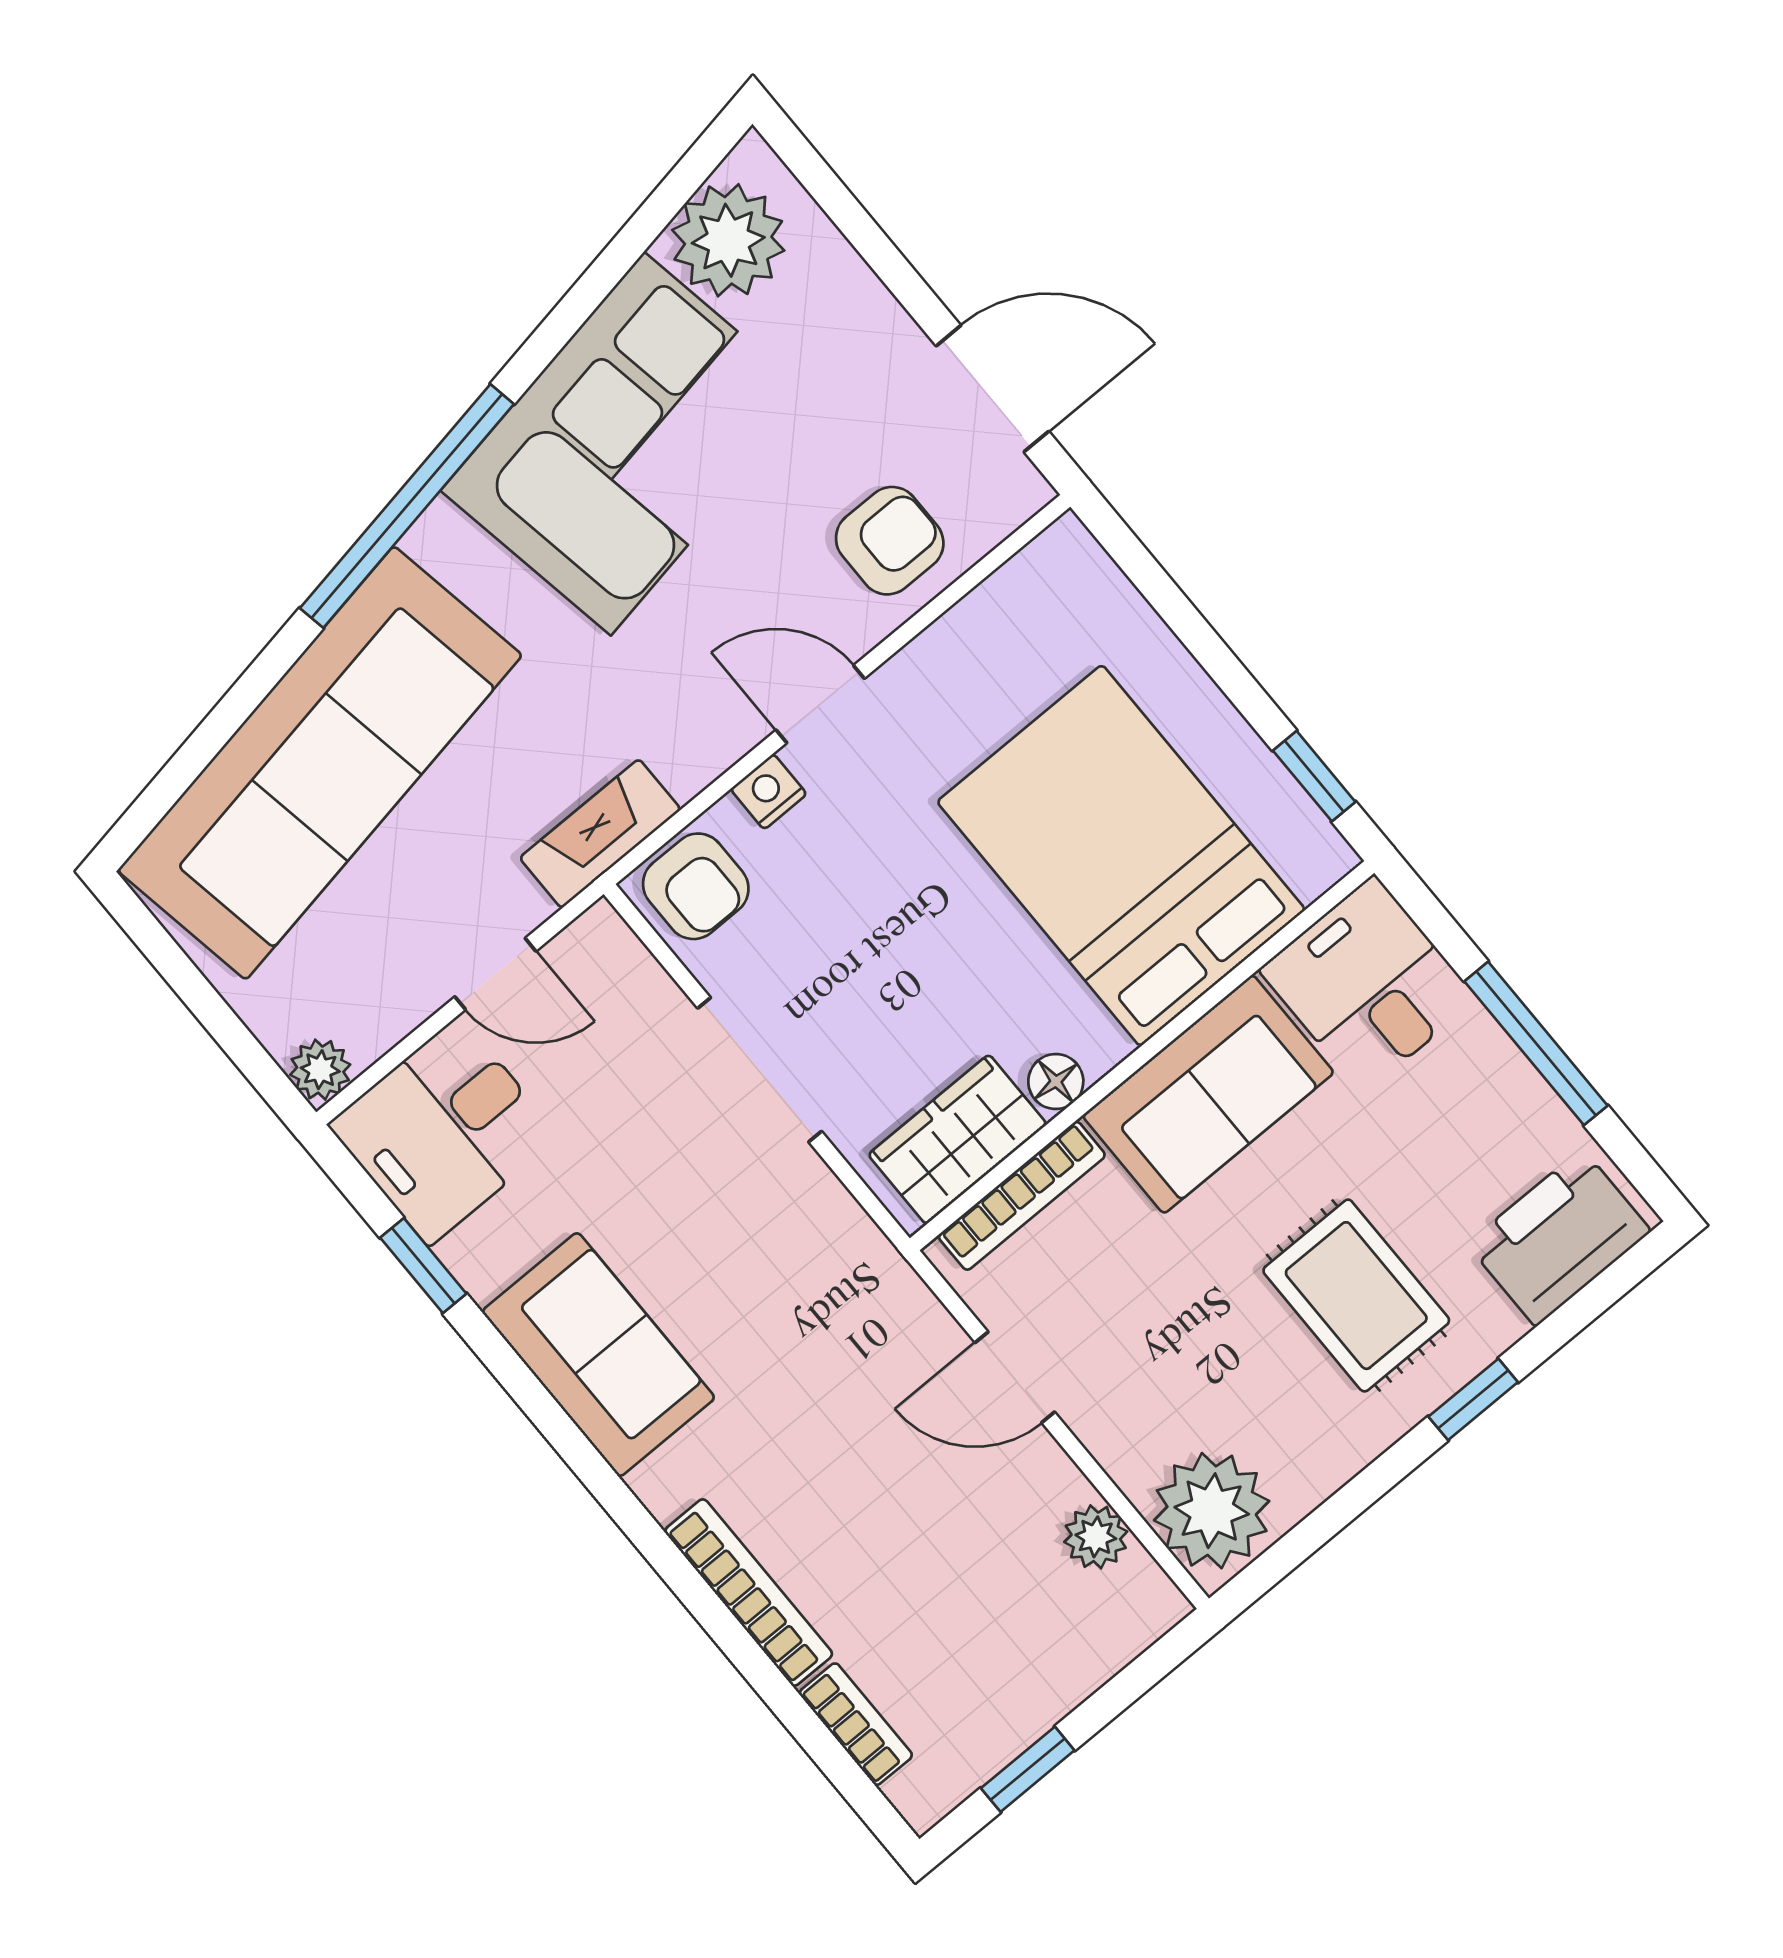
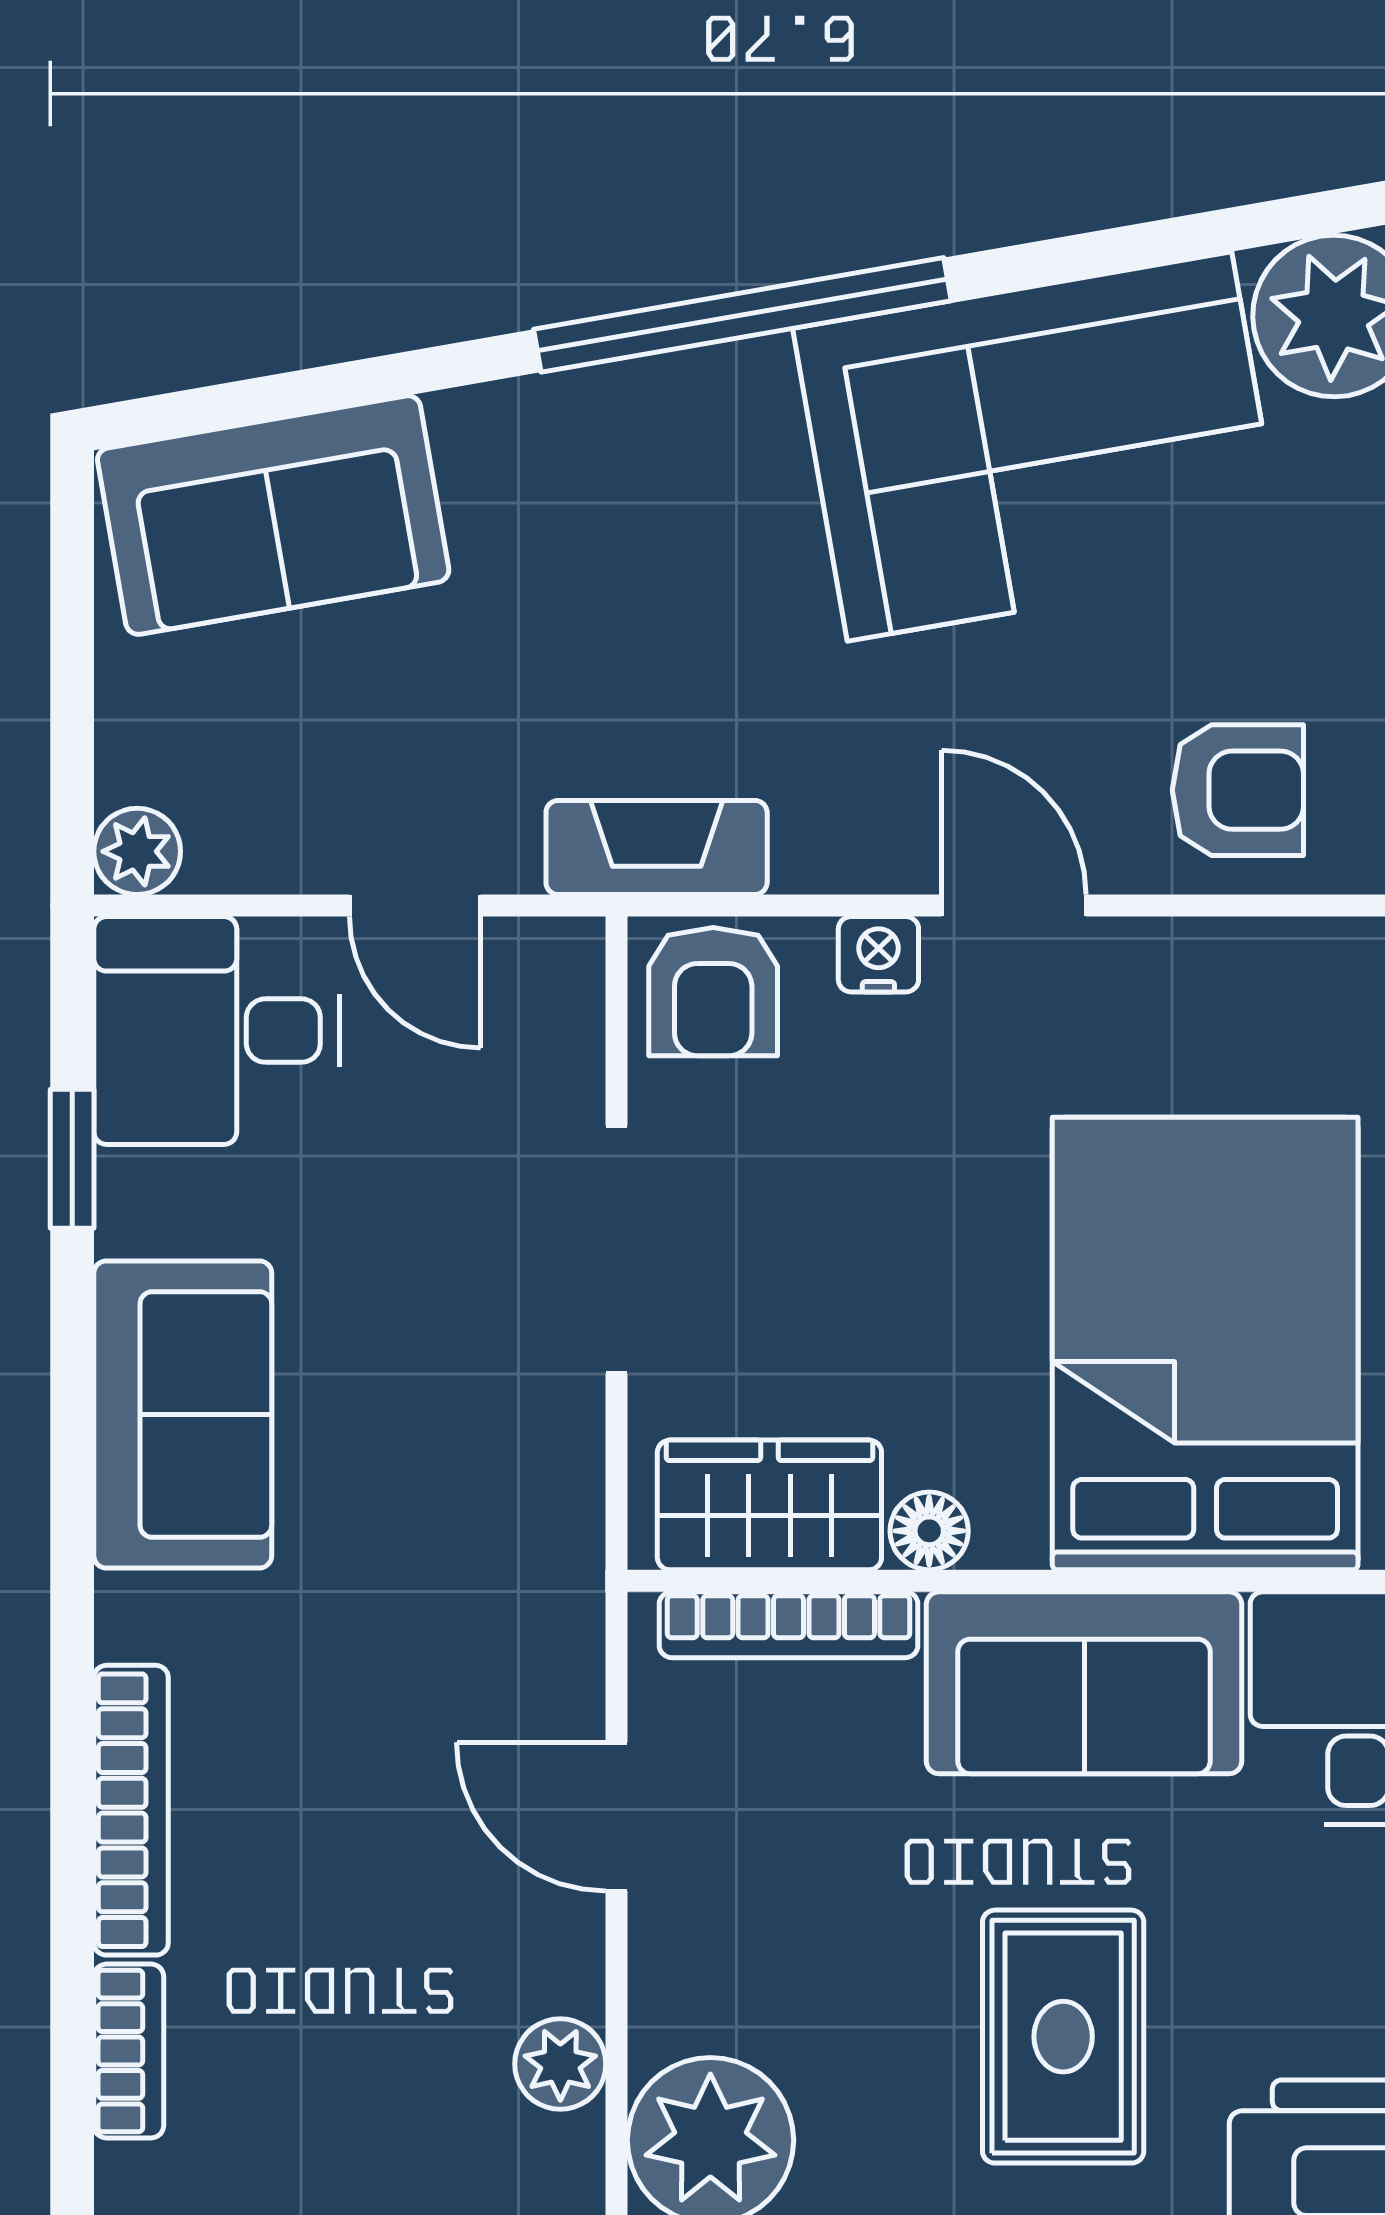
sofa: (320, 763) -> (273, 515), width x0.54, depth x0.79

